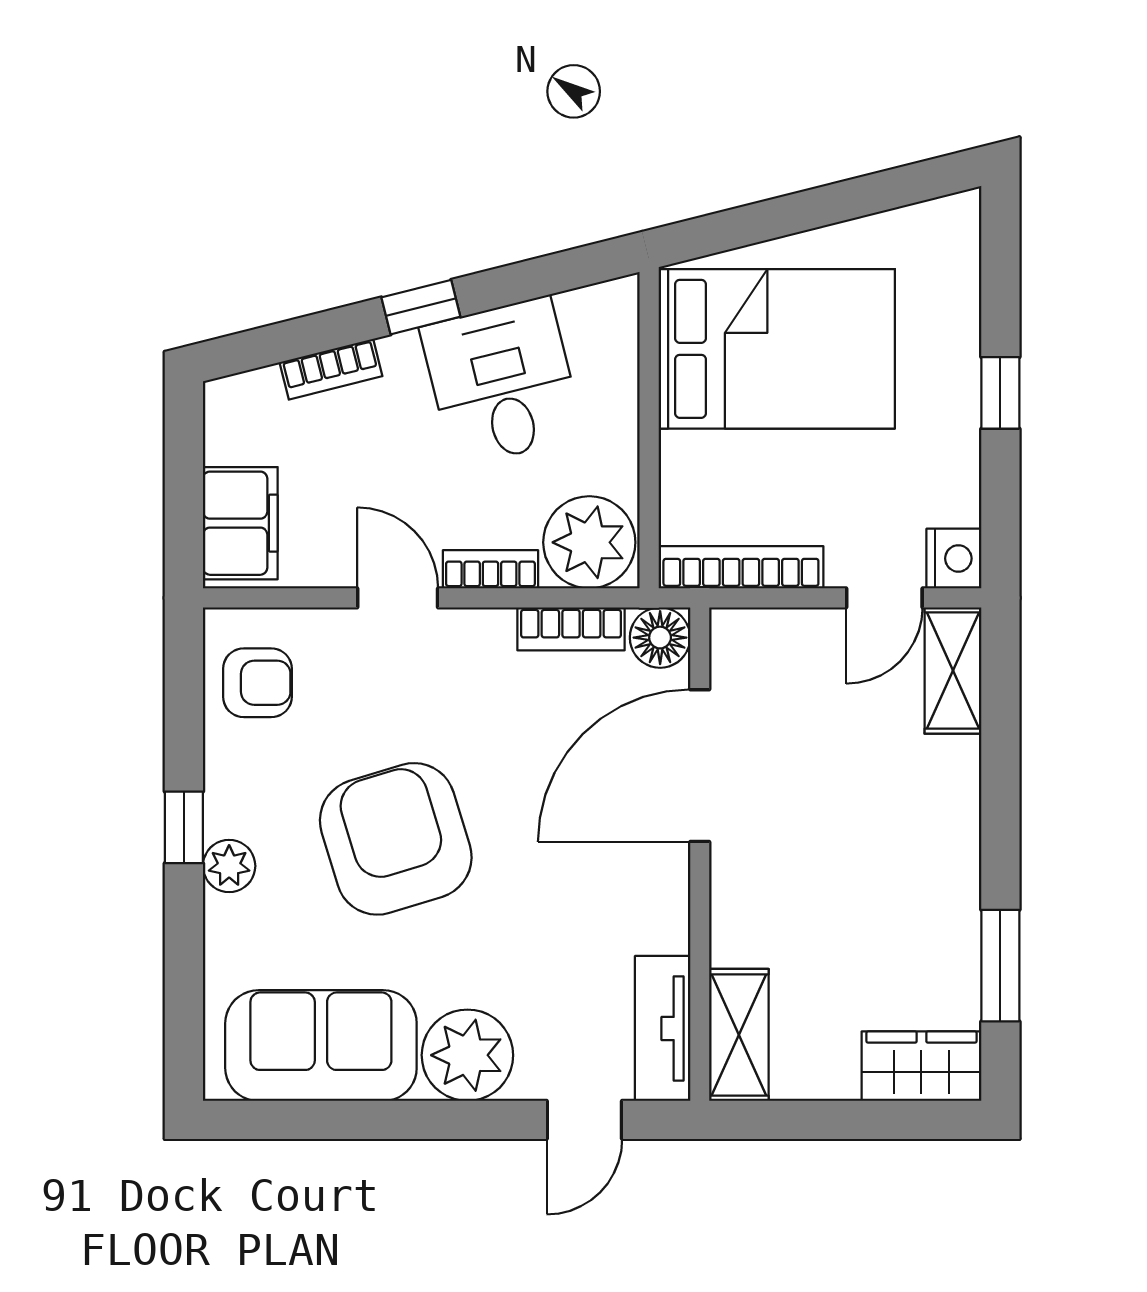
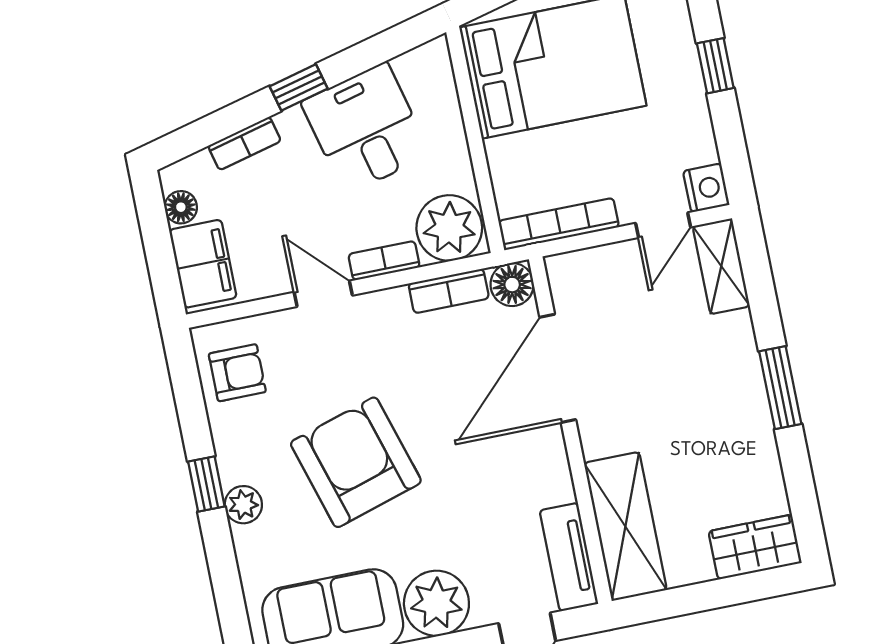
floor lamp: (226, 439) -> (181, 207), added
window: (1000, 966) -> (780, 388), moved
shelving: (739, 1035) -> (625, 526), width x1.50, depth x1.33

